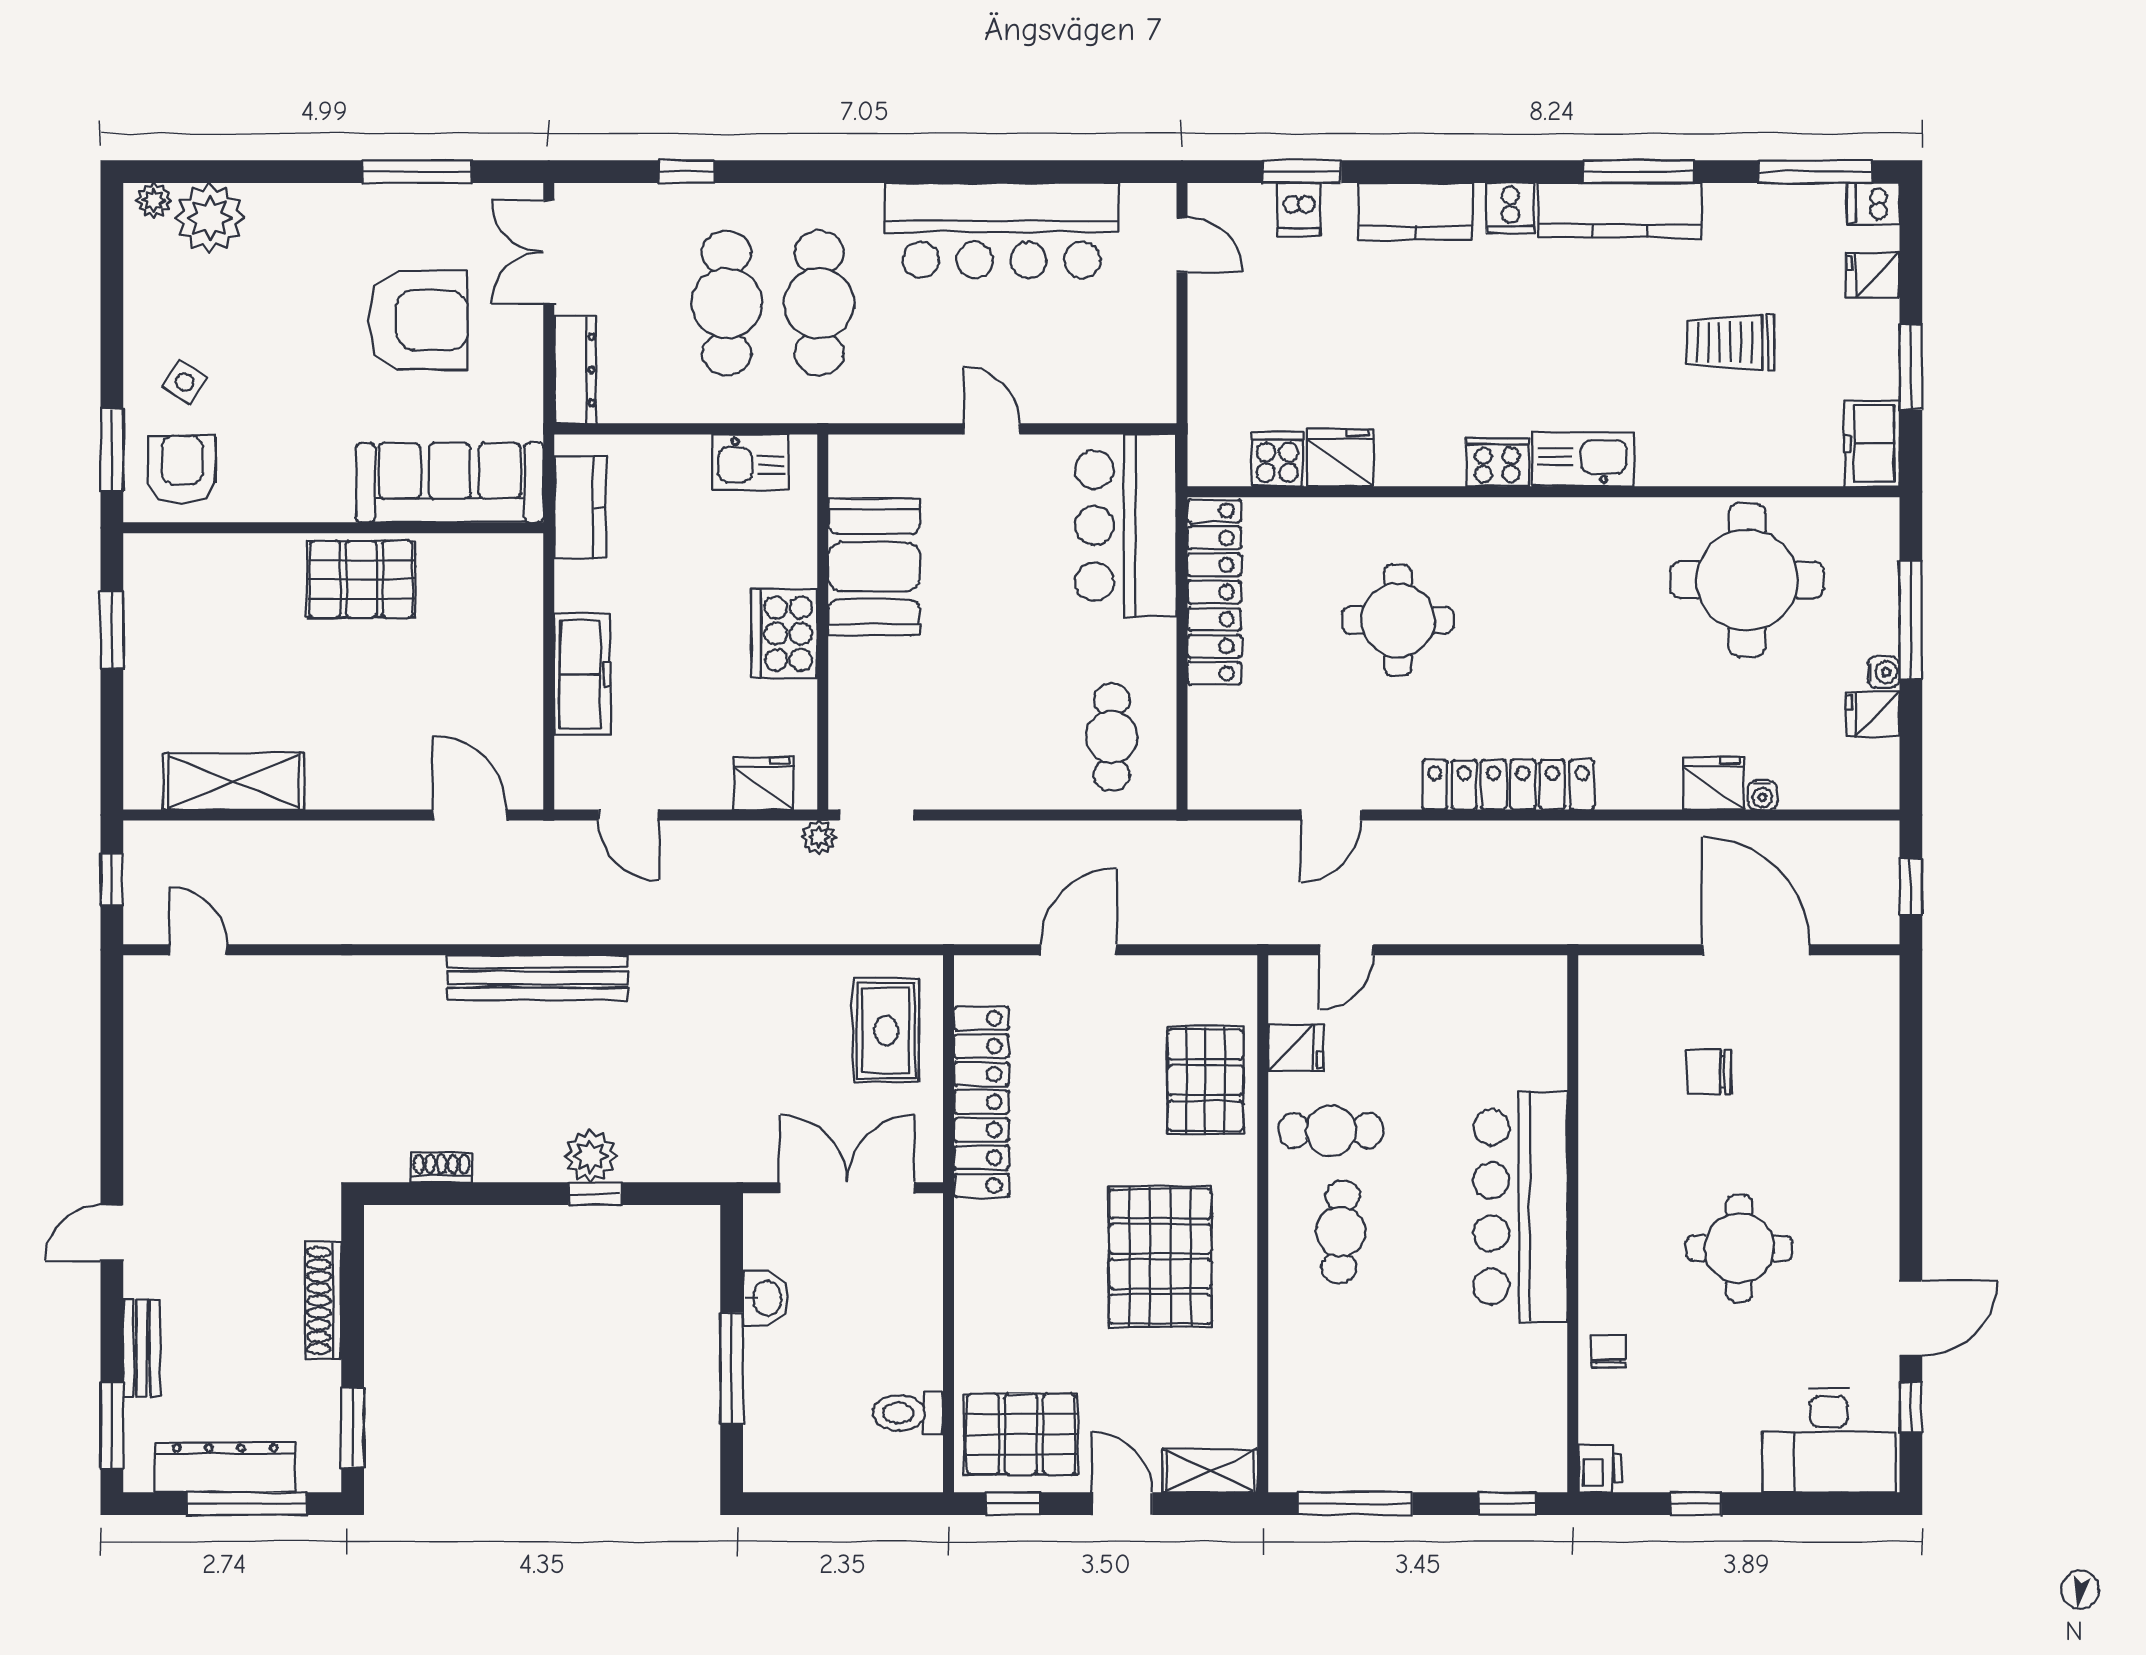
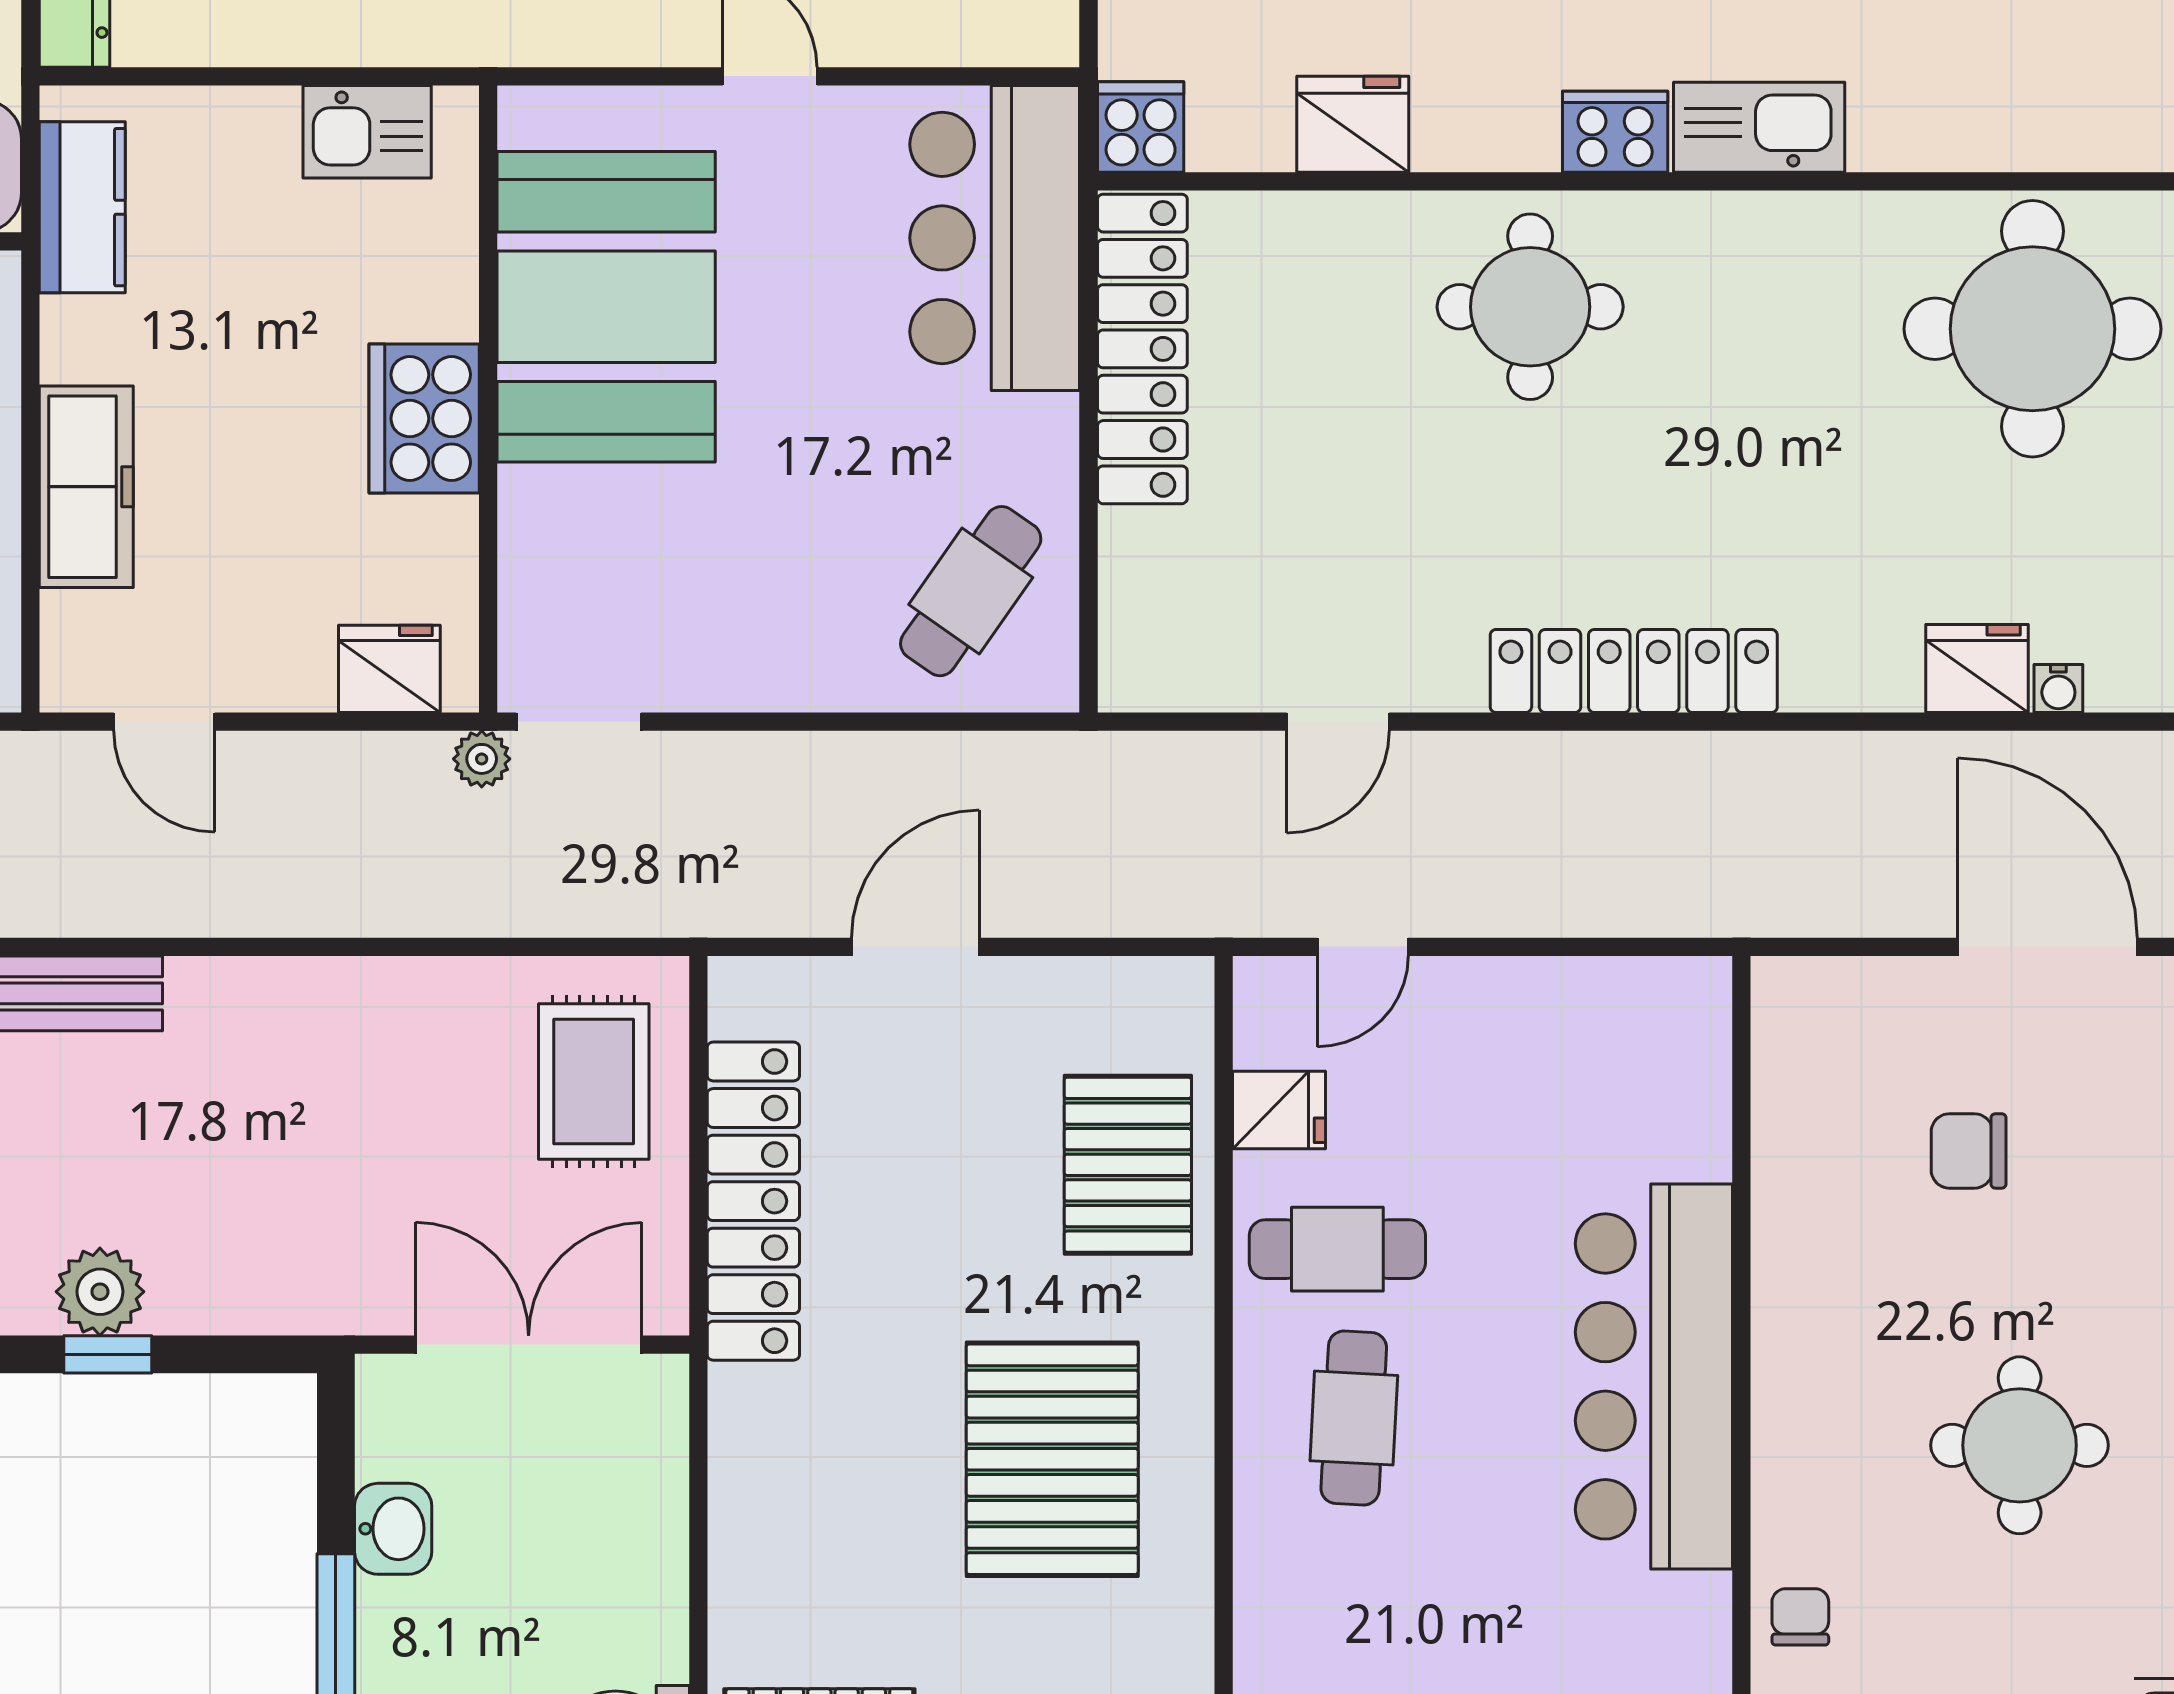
cooker: (1277, 459) -> (1141, 127), moved
booth: (874, 567) -> (606, 307), width x1.36, depth x1.42
round table: (1398, 620) -> (1530, 307), moved
cafe table: (1112, 737) -> (971, 591), turned 35

